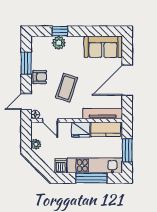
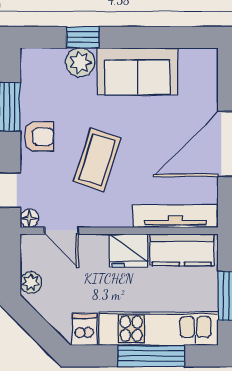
sofa: (103, 47) -> (137, 71), moved

